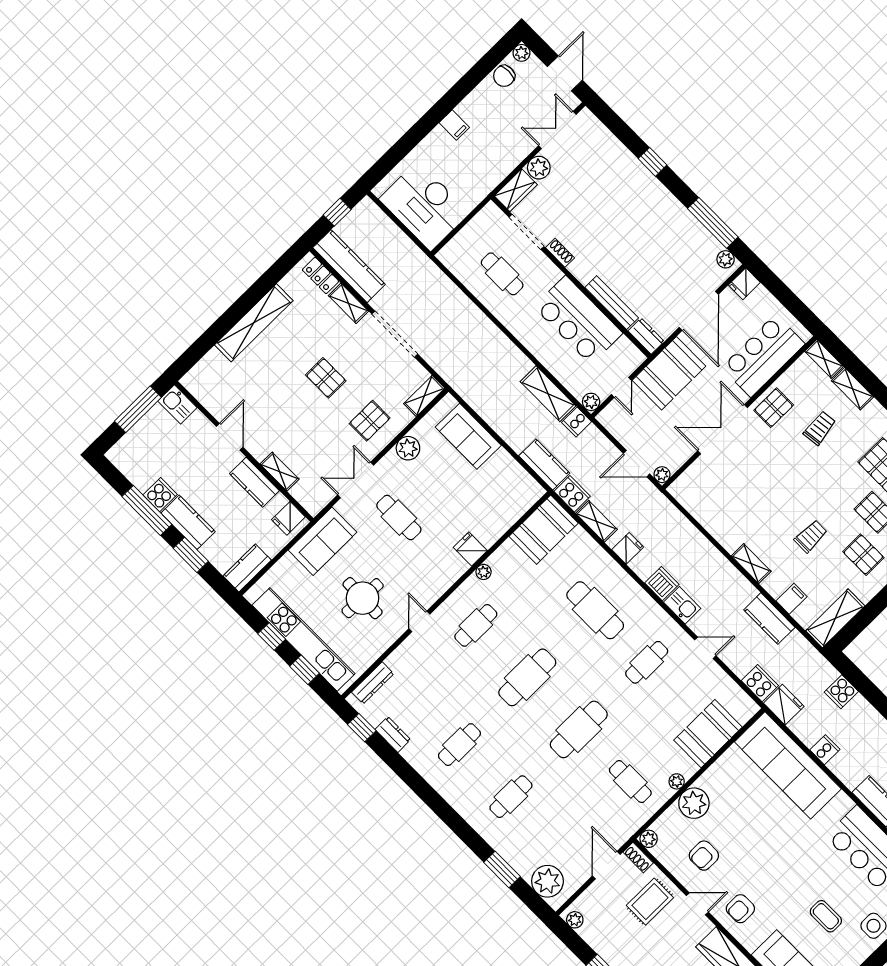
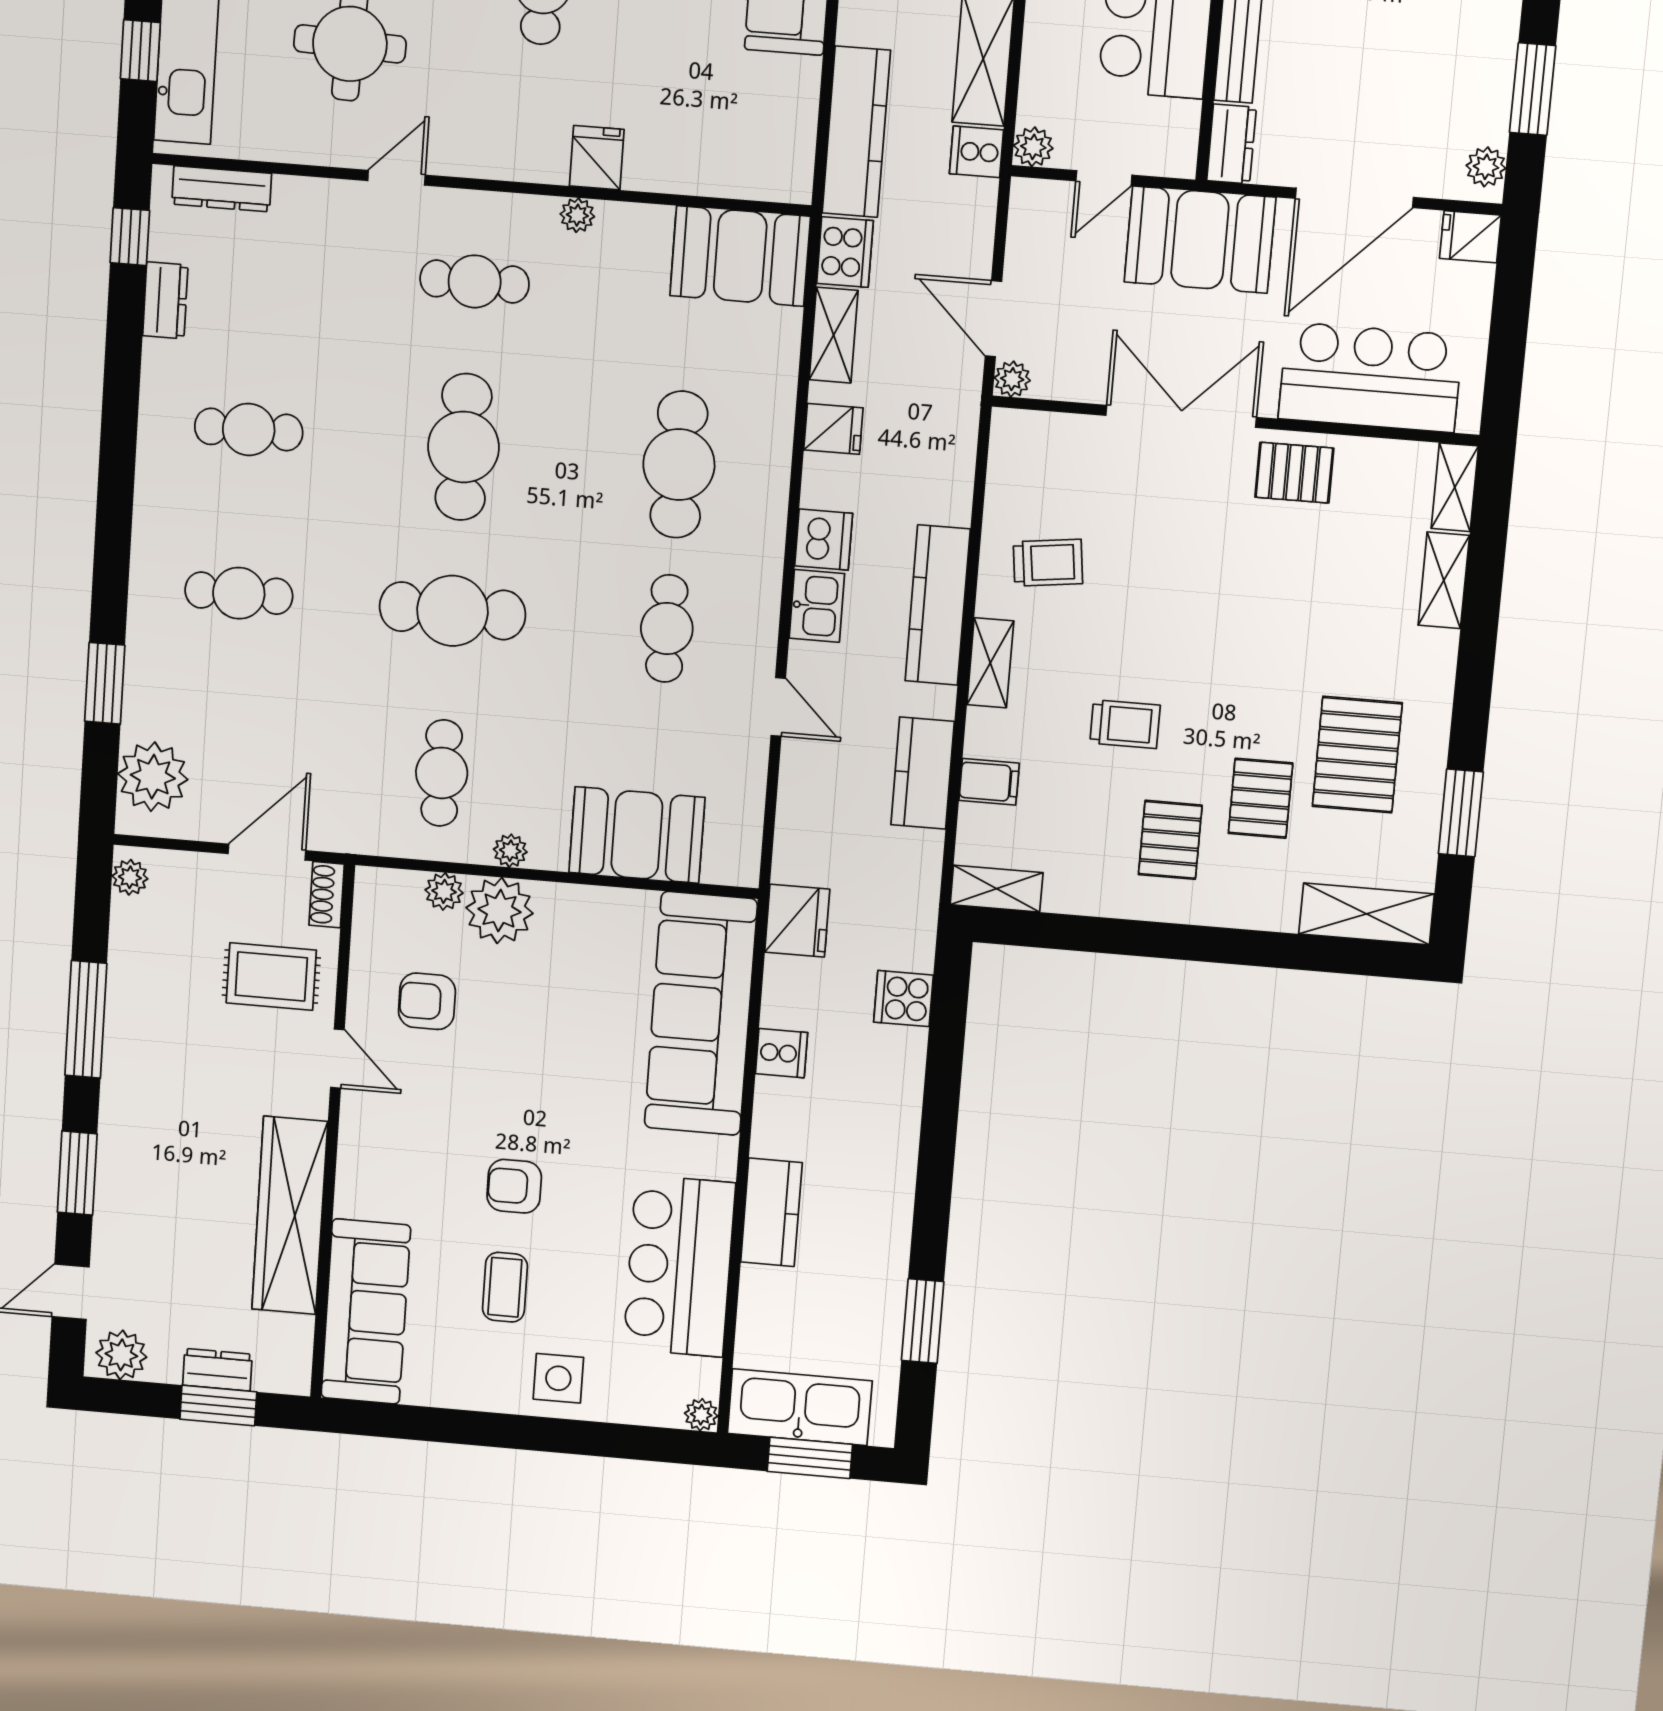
window: (713, 223) -> (1533, 89), width x0.69
trolley: (820, 428) -> (1048, 563), moved
kitchen counter: (544, 464) -> (856, 132), width x1.50
kitchen counter: (717, 564) -> (938, 605), added
shelving: (835, 618) -> (997, 889), width x0.67, depth x0.75
cafe table: (647, 662) -> (667, 628), turned 90
cafe table: (527, 677) -> (463, 447), turned 90
cooker: (760, 683) -> (799, 850), removed
plant: (649, 839) -> (444, 891), moved
armchair: (740, 909) -> (514, 1186), moved

